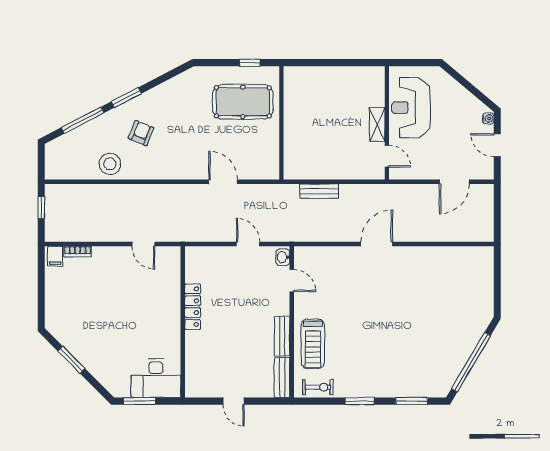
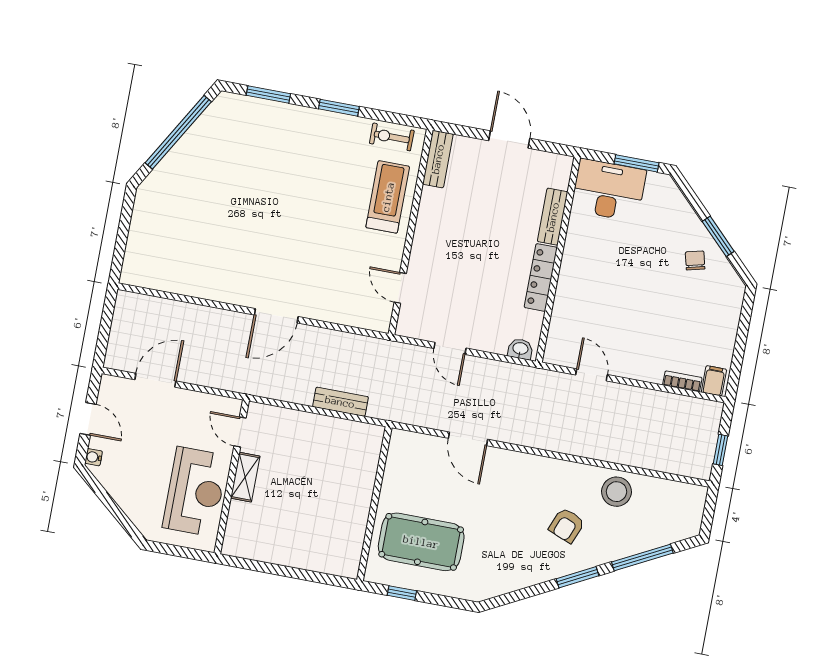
washbasin: (283, 257) -> (520, 349), moved, turned -90
bench: (282, 336) -> (553, 217), moved
chair: (85, 340) -> (695, 261), added
door: (234, 401) -> (509, 140), width x1.38

